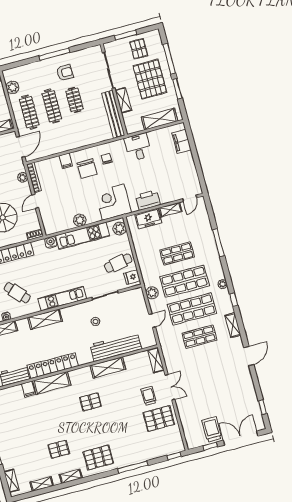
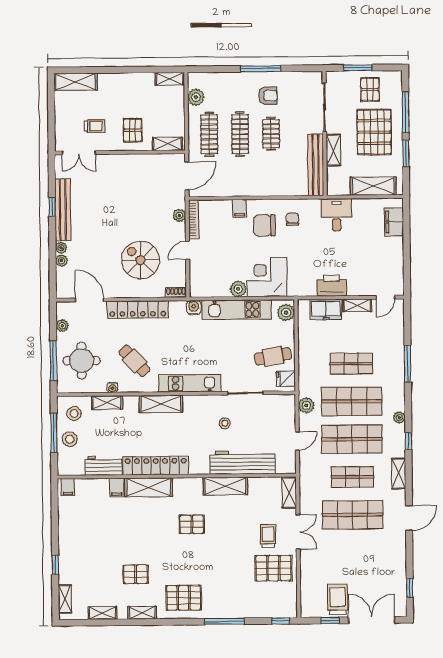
chair: (87, 169) -> (264, 225), turned 90
corner desk: (113, 202) -> (267, 277), moved
shop shelf: (207, 364) -> (353, 515), added

